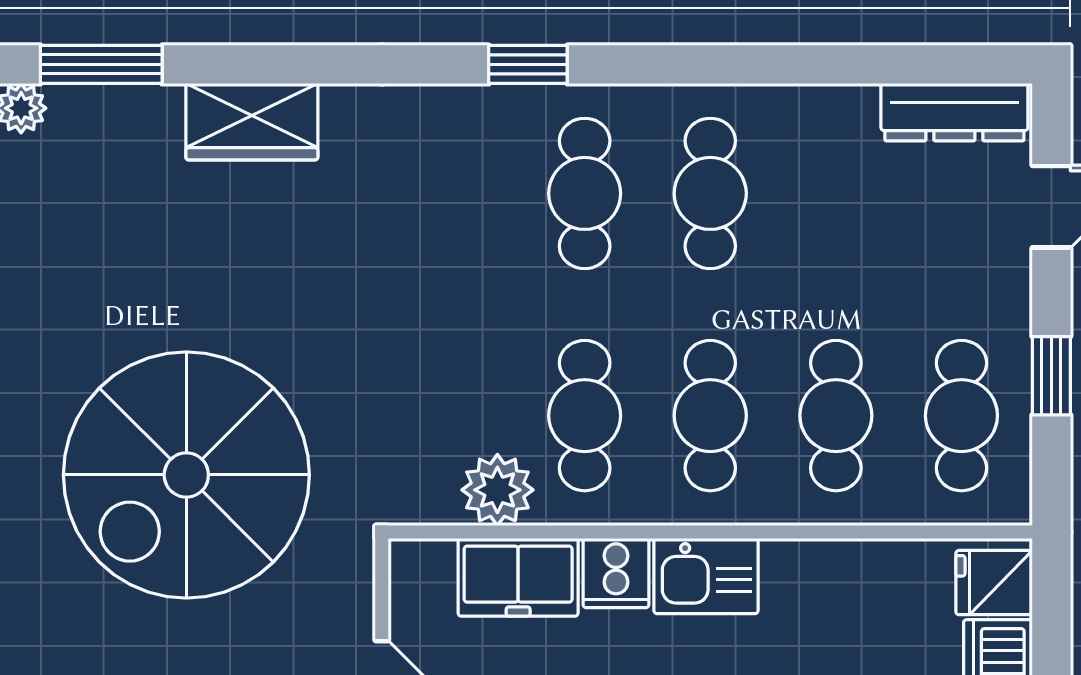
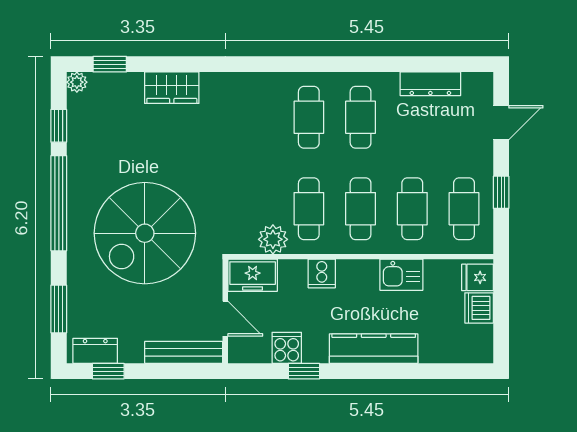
window: (101, 64) -> (110, 64), width x0.67
window: (528, 64) -> (286, 64), removed
dresser: (954, 112) -> (430, 84), moved
kitchen sink: (706, 576) -> (401, 275), moved
freezer: (518, 577) -> (253, 275), moved

